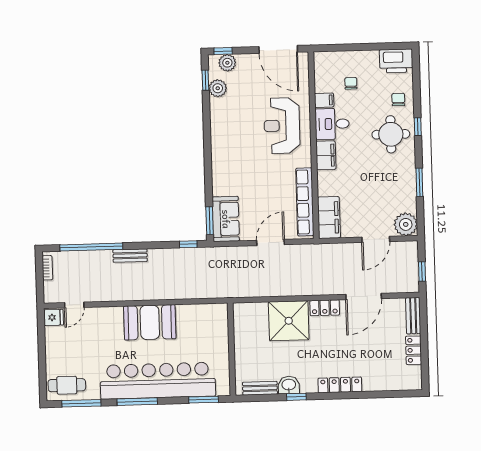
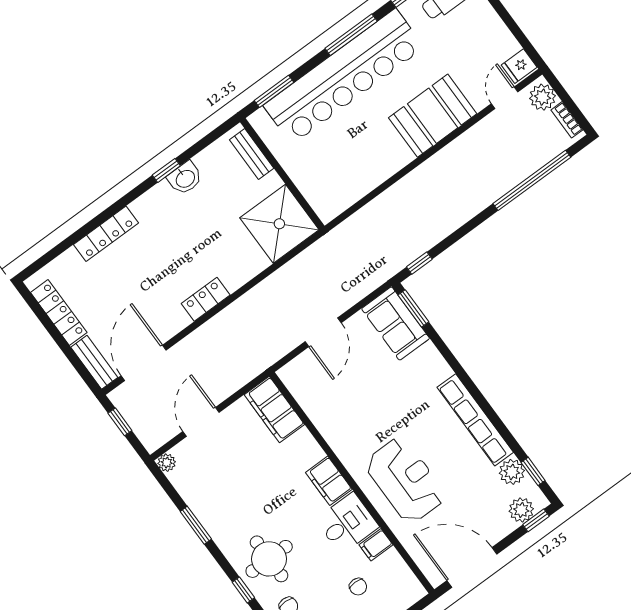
row of seats: (305, 202) -> (475, 420), moved, turned 180
plant: (406, 224) -> (167, 463), width x0.53, depth x0.53
bench: (130, 256) -> (479, 202), removed
plant: (52, 290) -> (543, 97), added
door: (364, 296) -> (144, 363), moved
shower: (289, 321) -> (279, 224), moved
booth: (150, 322) -> (433, 116), moved
locker: (414, 350) -> (59, 312), width x1.53
locker: (340, 385) -> (106, 234), moved
bench: (260, 388) -> (252, 154), moved, turned 90

